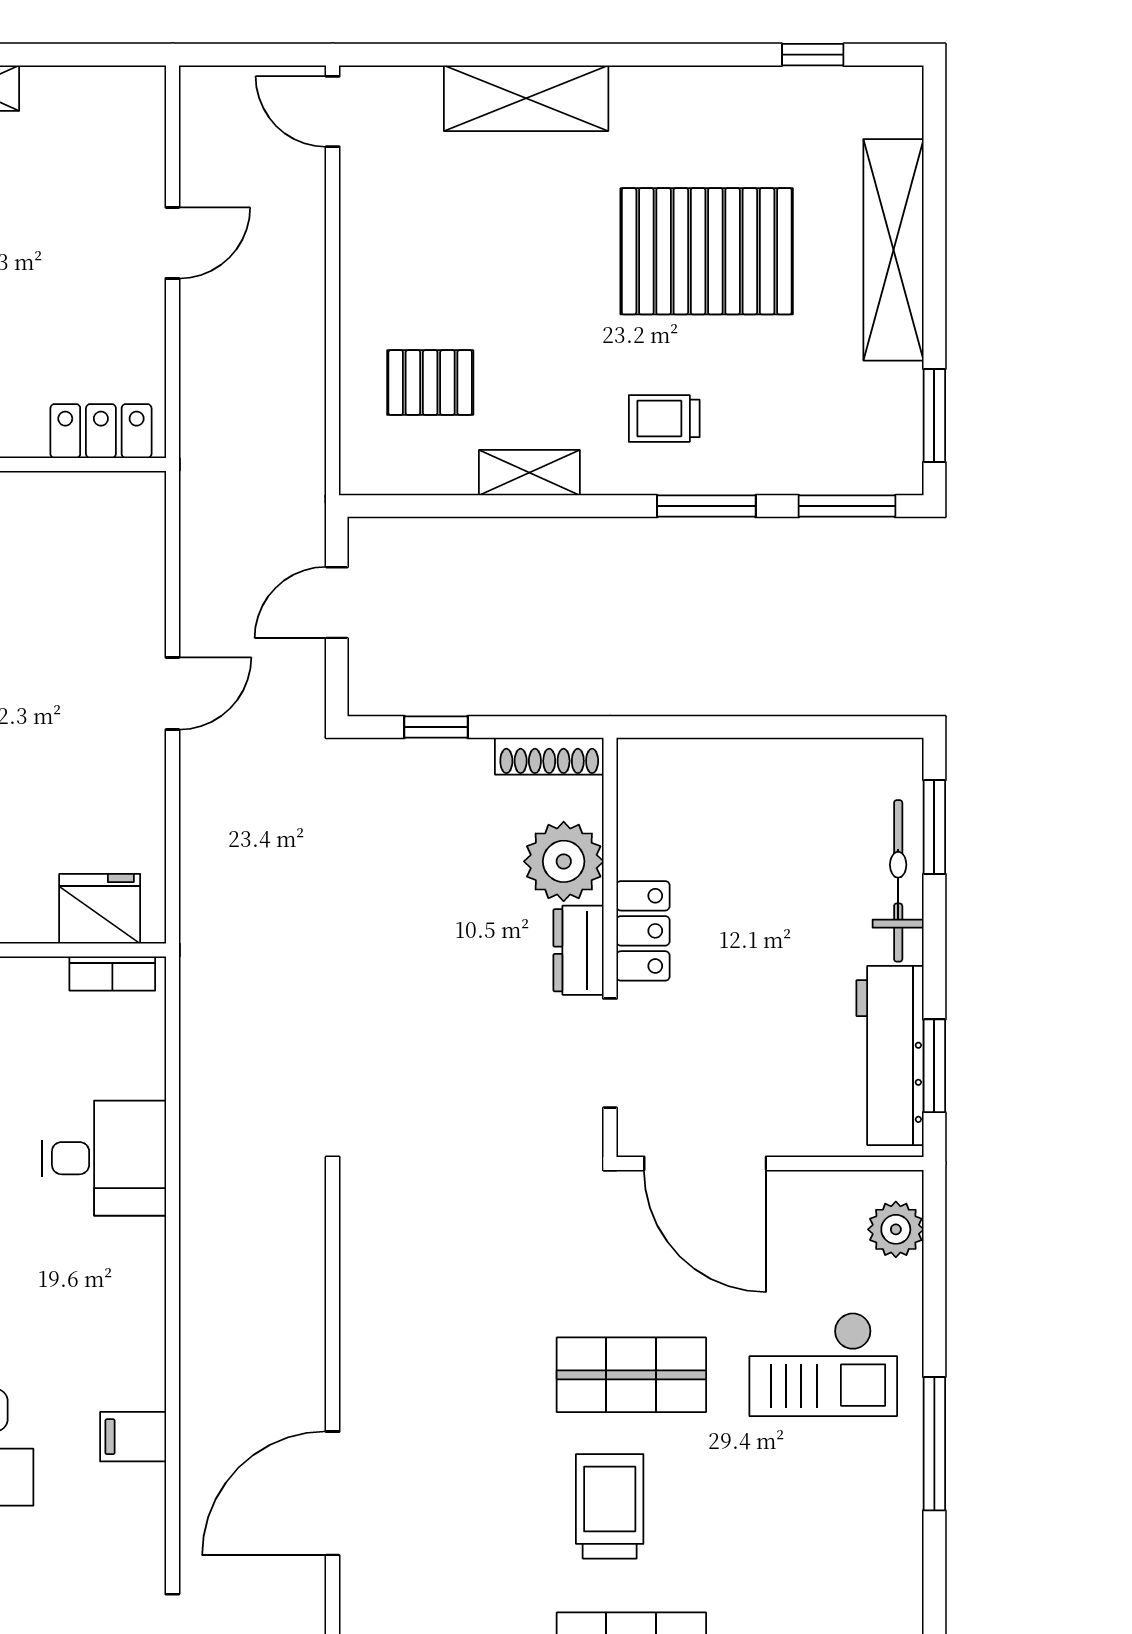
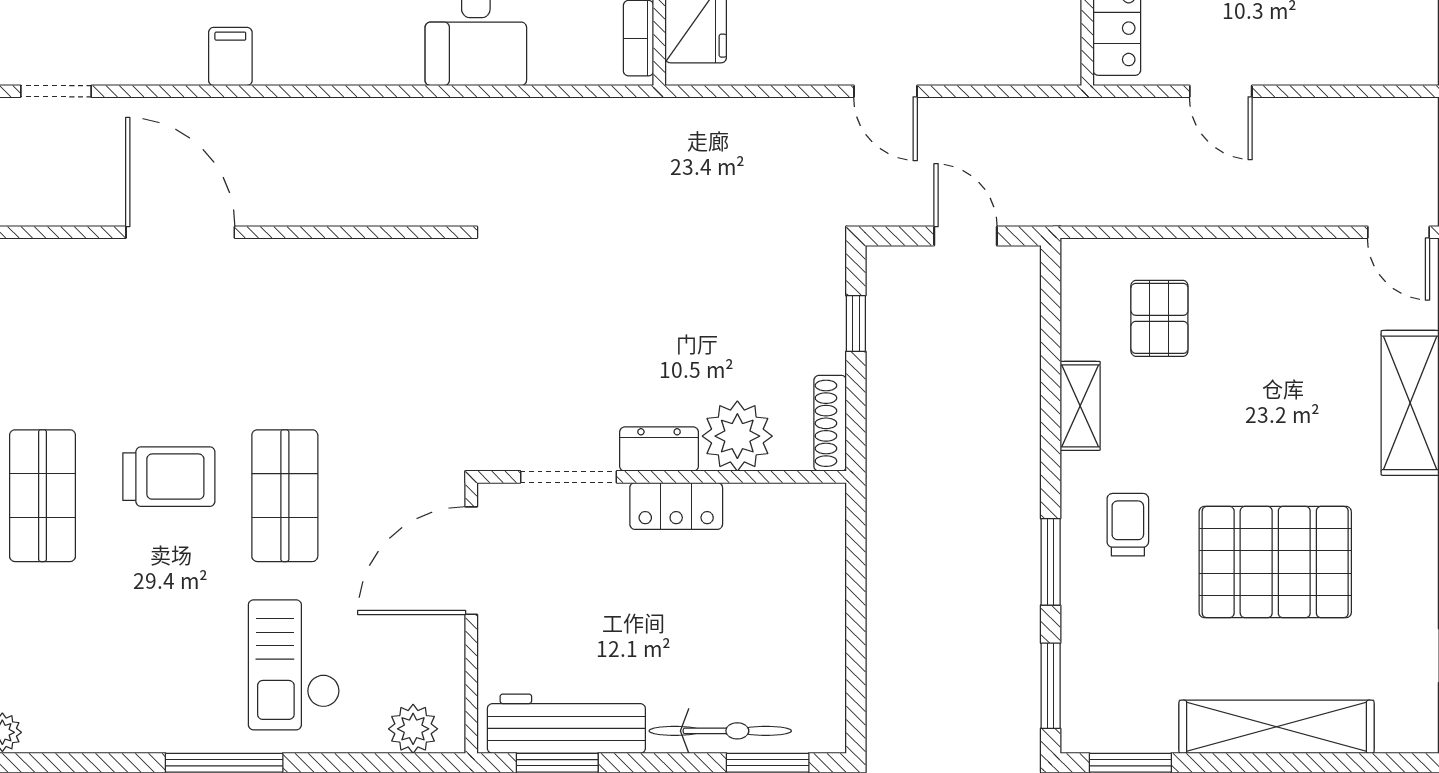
door: (333, 111) -> (1398, 232), swing flipped
door: (172, 243) -> (1221, 91), moved
pallet: (707, 251) -> (1275, 562), turned 90

